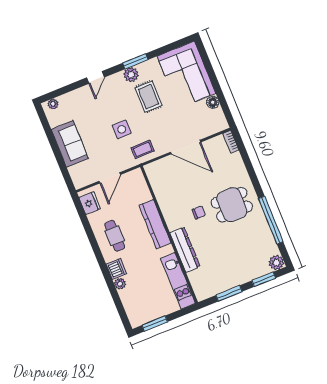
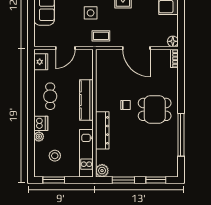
floor lamp: (213, 102) -> (173, 41), moved
plant: (276, 263) -> (102, 171), moved
stool: (145, 297) -> (55, 156), added

